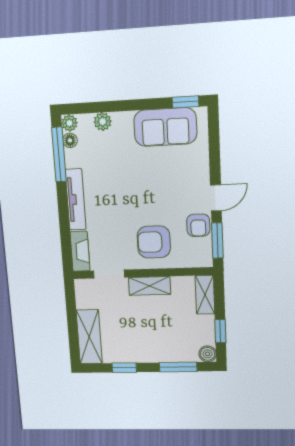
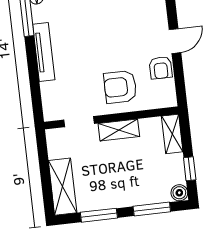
window: (217, 241) -> (180, 81), removed
fireplace: (80, 251) -> (50, 102), removed
window: (124, 368) -> (99, 215), width x1.50

